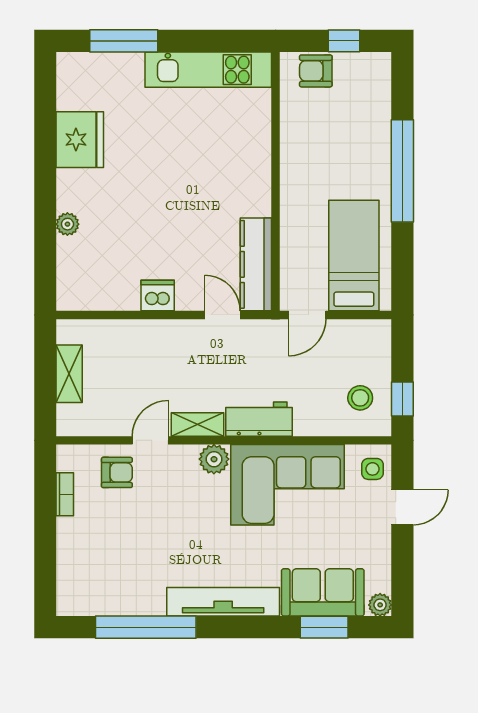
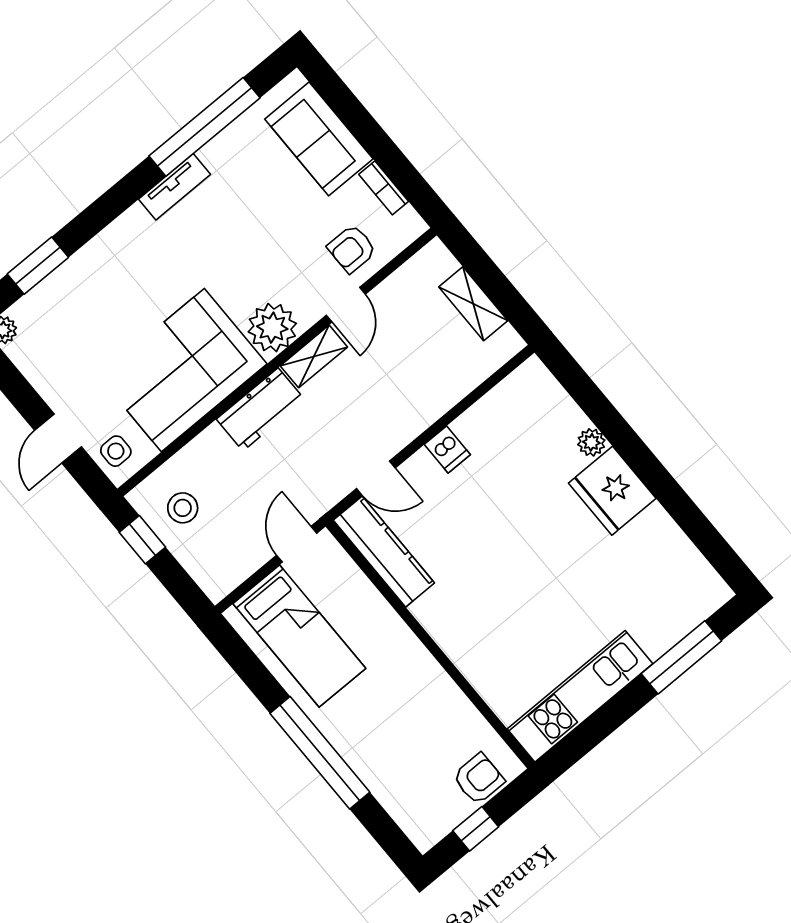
fridge: (80, 140) -> (612, 491), moved
dishwasher: (158, 295) -> (447, 449), width x0.73
plant: (214, 459) -> (272, 328), width x1.36, depth x1.36
sofa: (323, 592) -> (319, 139), moved, turned 90
tv unit: (223, 602) -> (175, 187), width x0.52, depth x0.78

